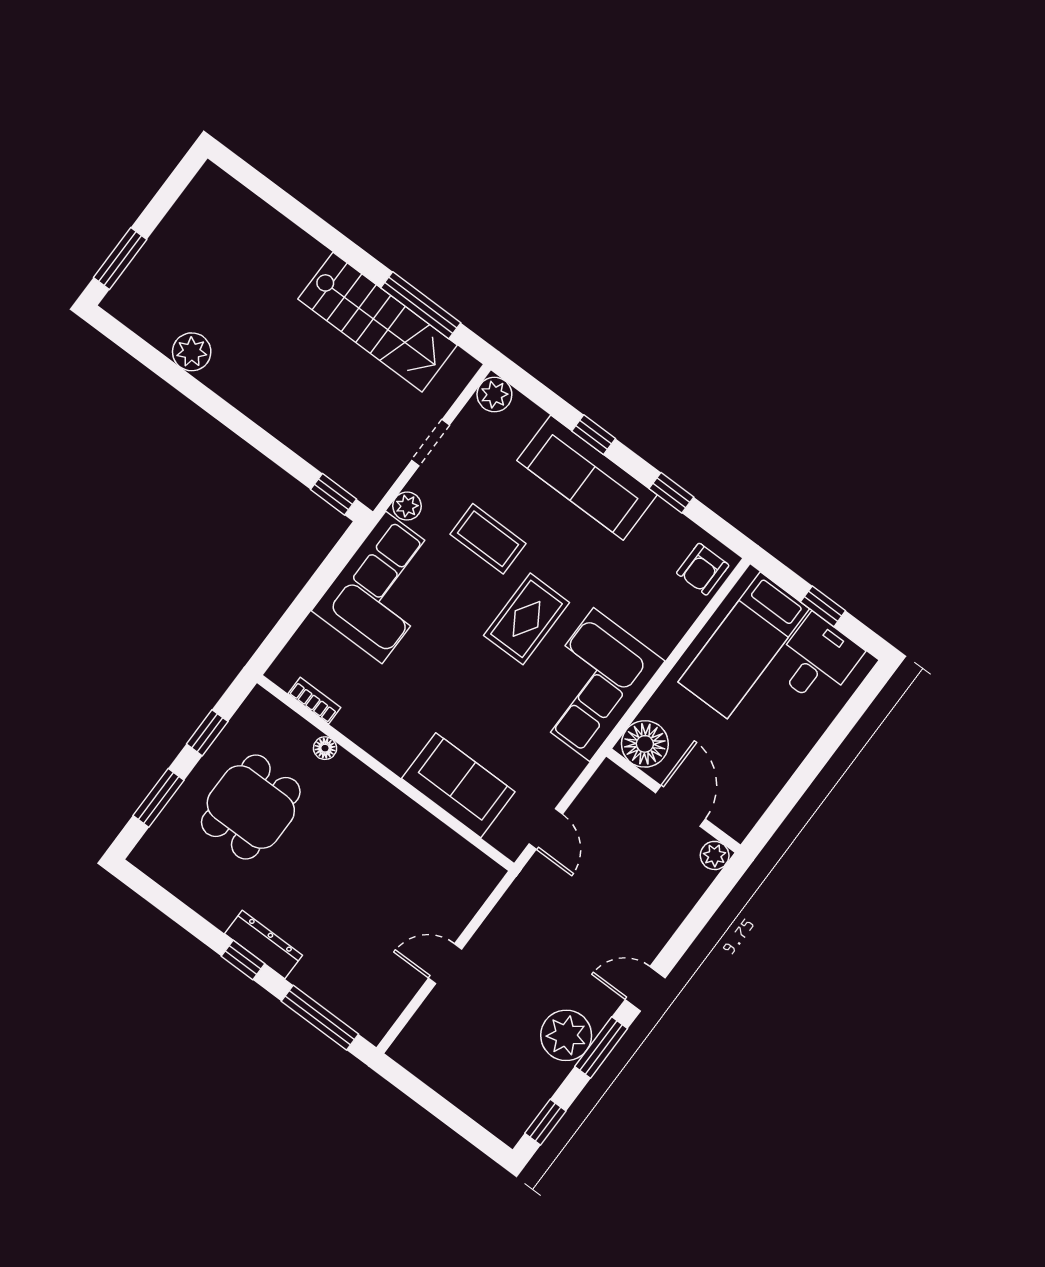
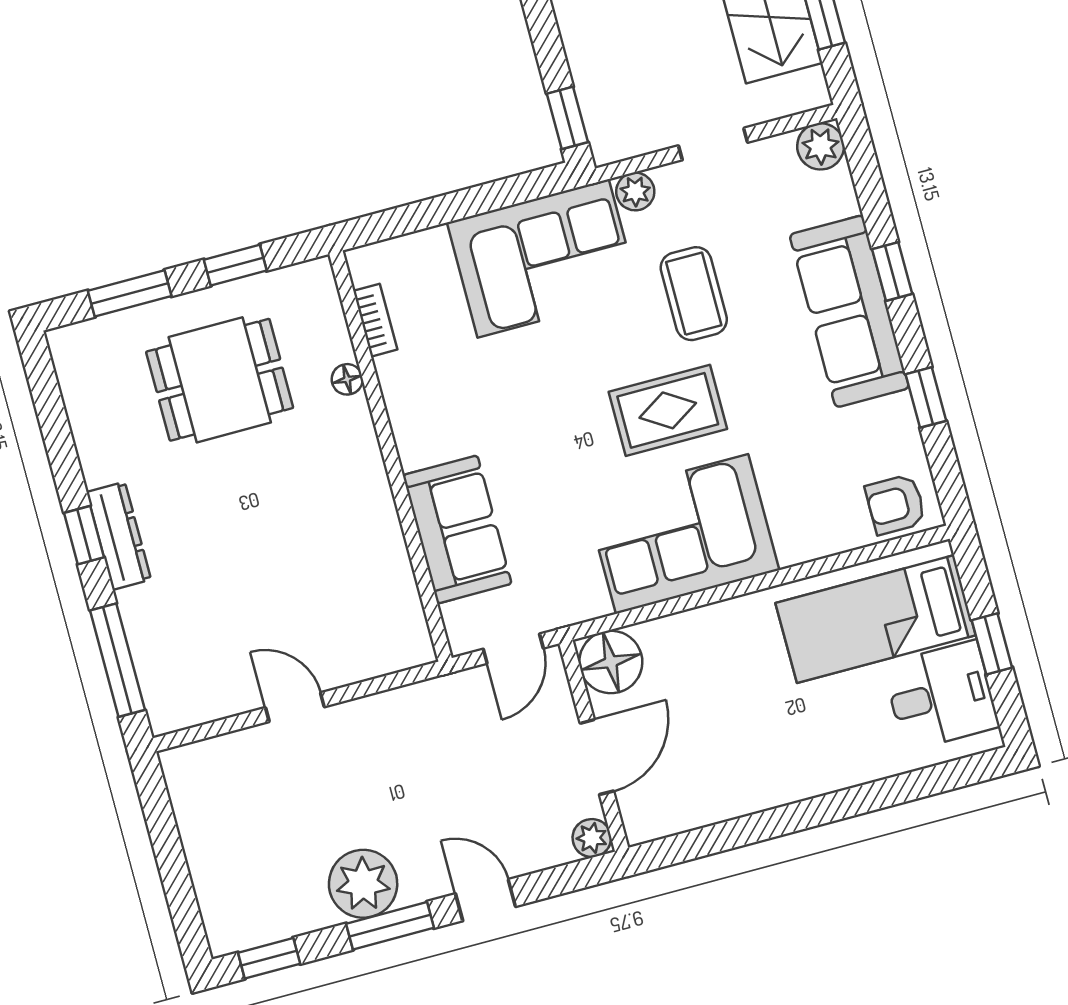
floor lamp: (645, 744) -> (611, 662), moved
wall: (673, 801) -> (594, 746), moved
door: (680, 806) -> (597, 757), moved
plant: (715, 855) -> (592, 838), moved

